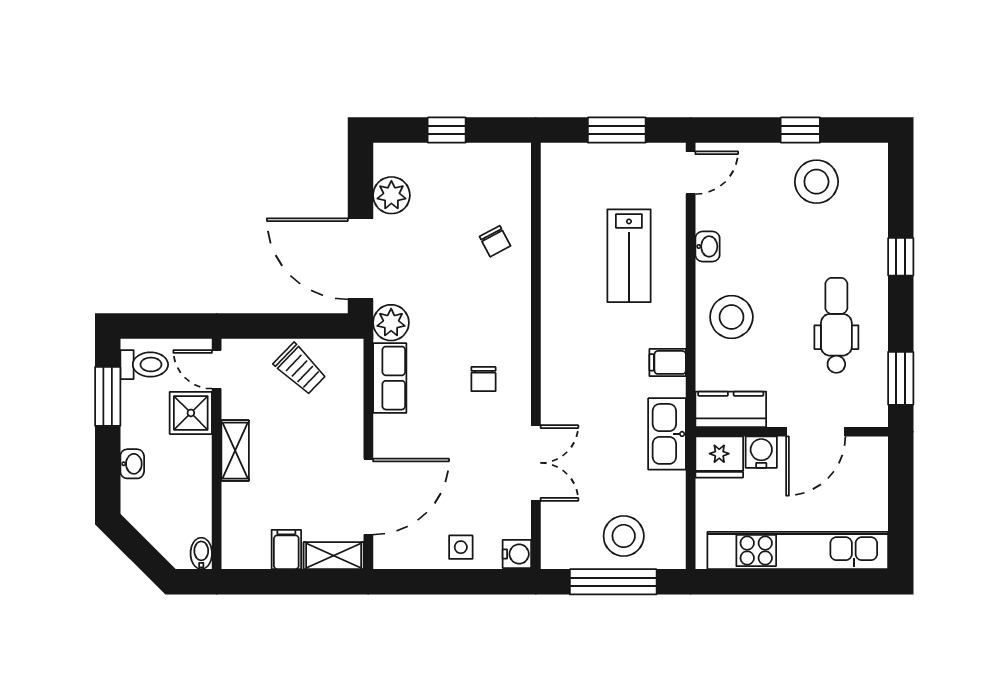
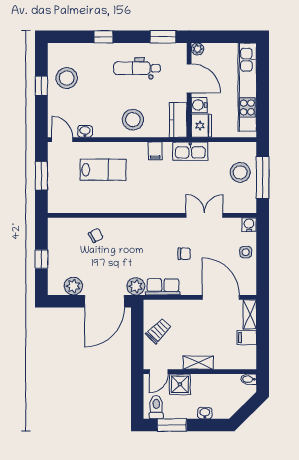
washbasin: (708, 246) -> (85, 131), moved
chair: (483, 379) -> (184, 254), moved
plant: (876, 449) -> (198, 49), added

